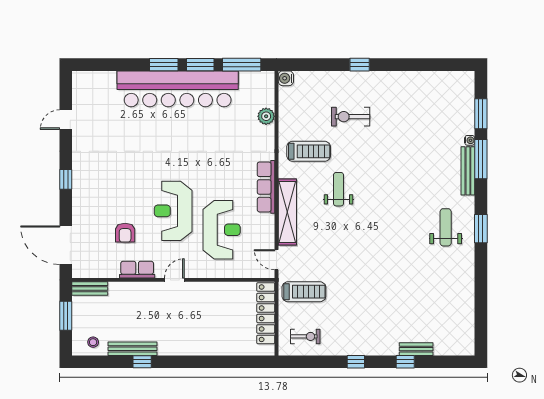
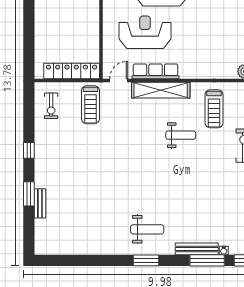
row of seats: (266, 187) -> (156, 71), moved
reception desk: (222, 230) -> (145, 32), turned 180
window: (405, 362) -> (29, 194), width x1.50

